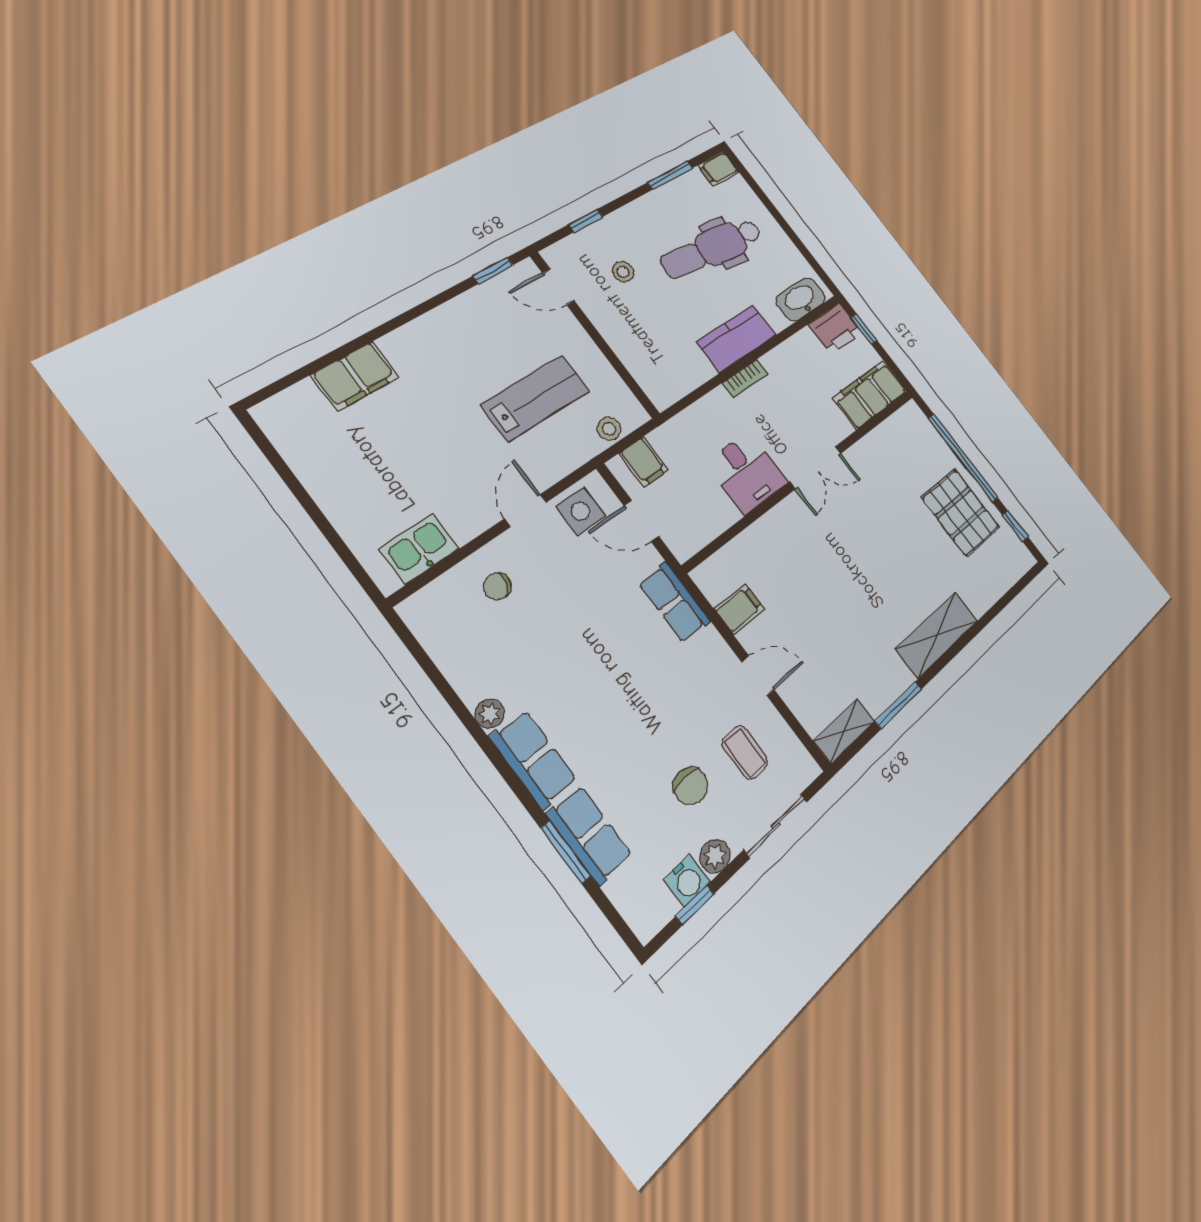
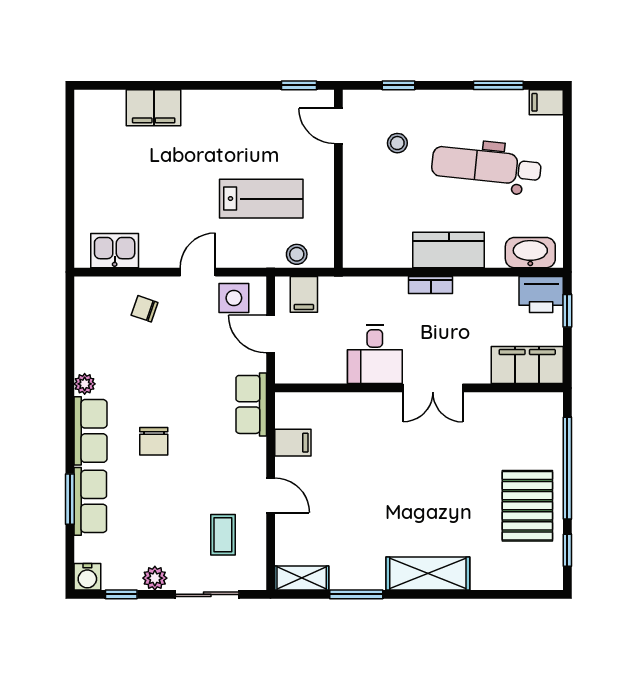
chair: (691, 786) -> (154, 441), moved
water cooler: (687, 881) -> (87, 577), moved

